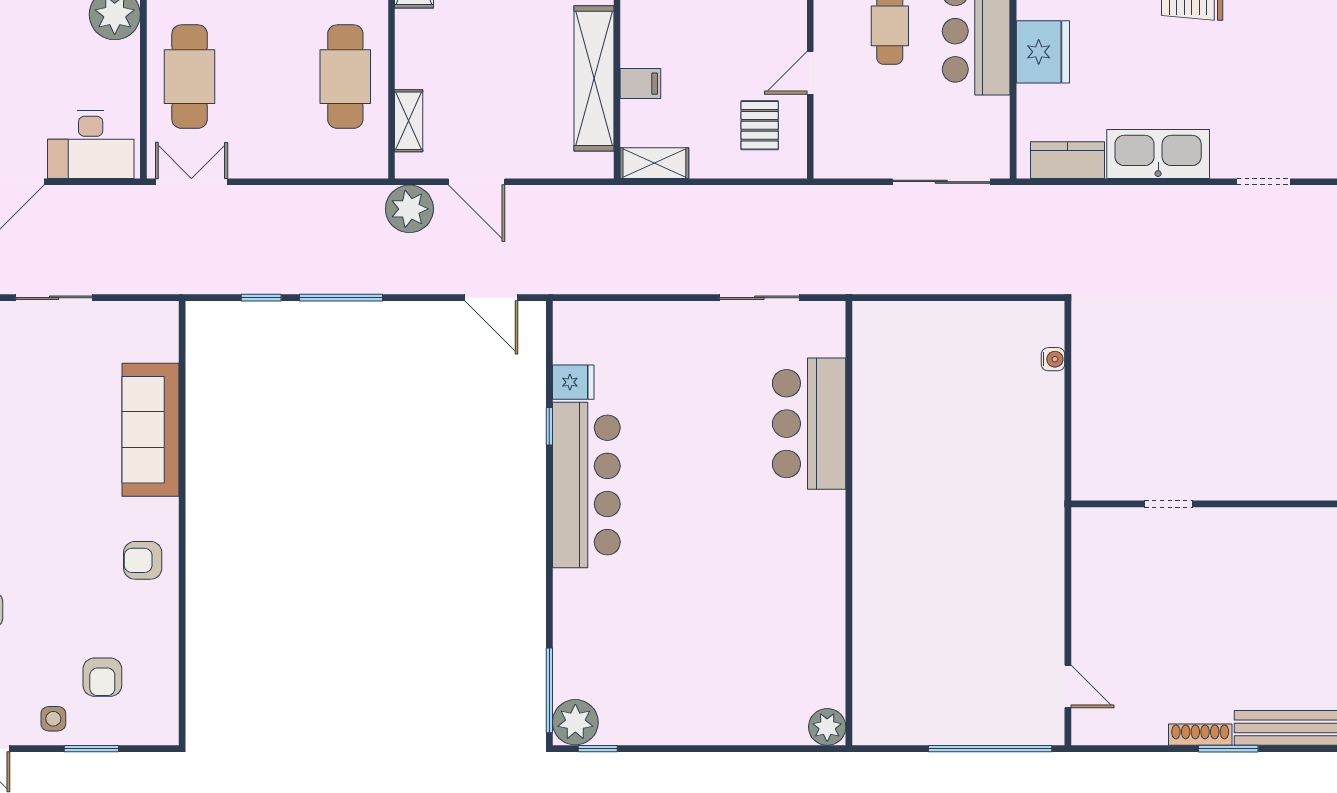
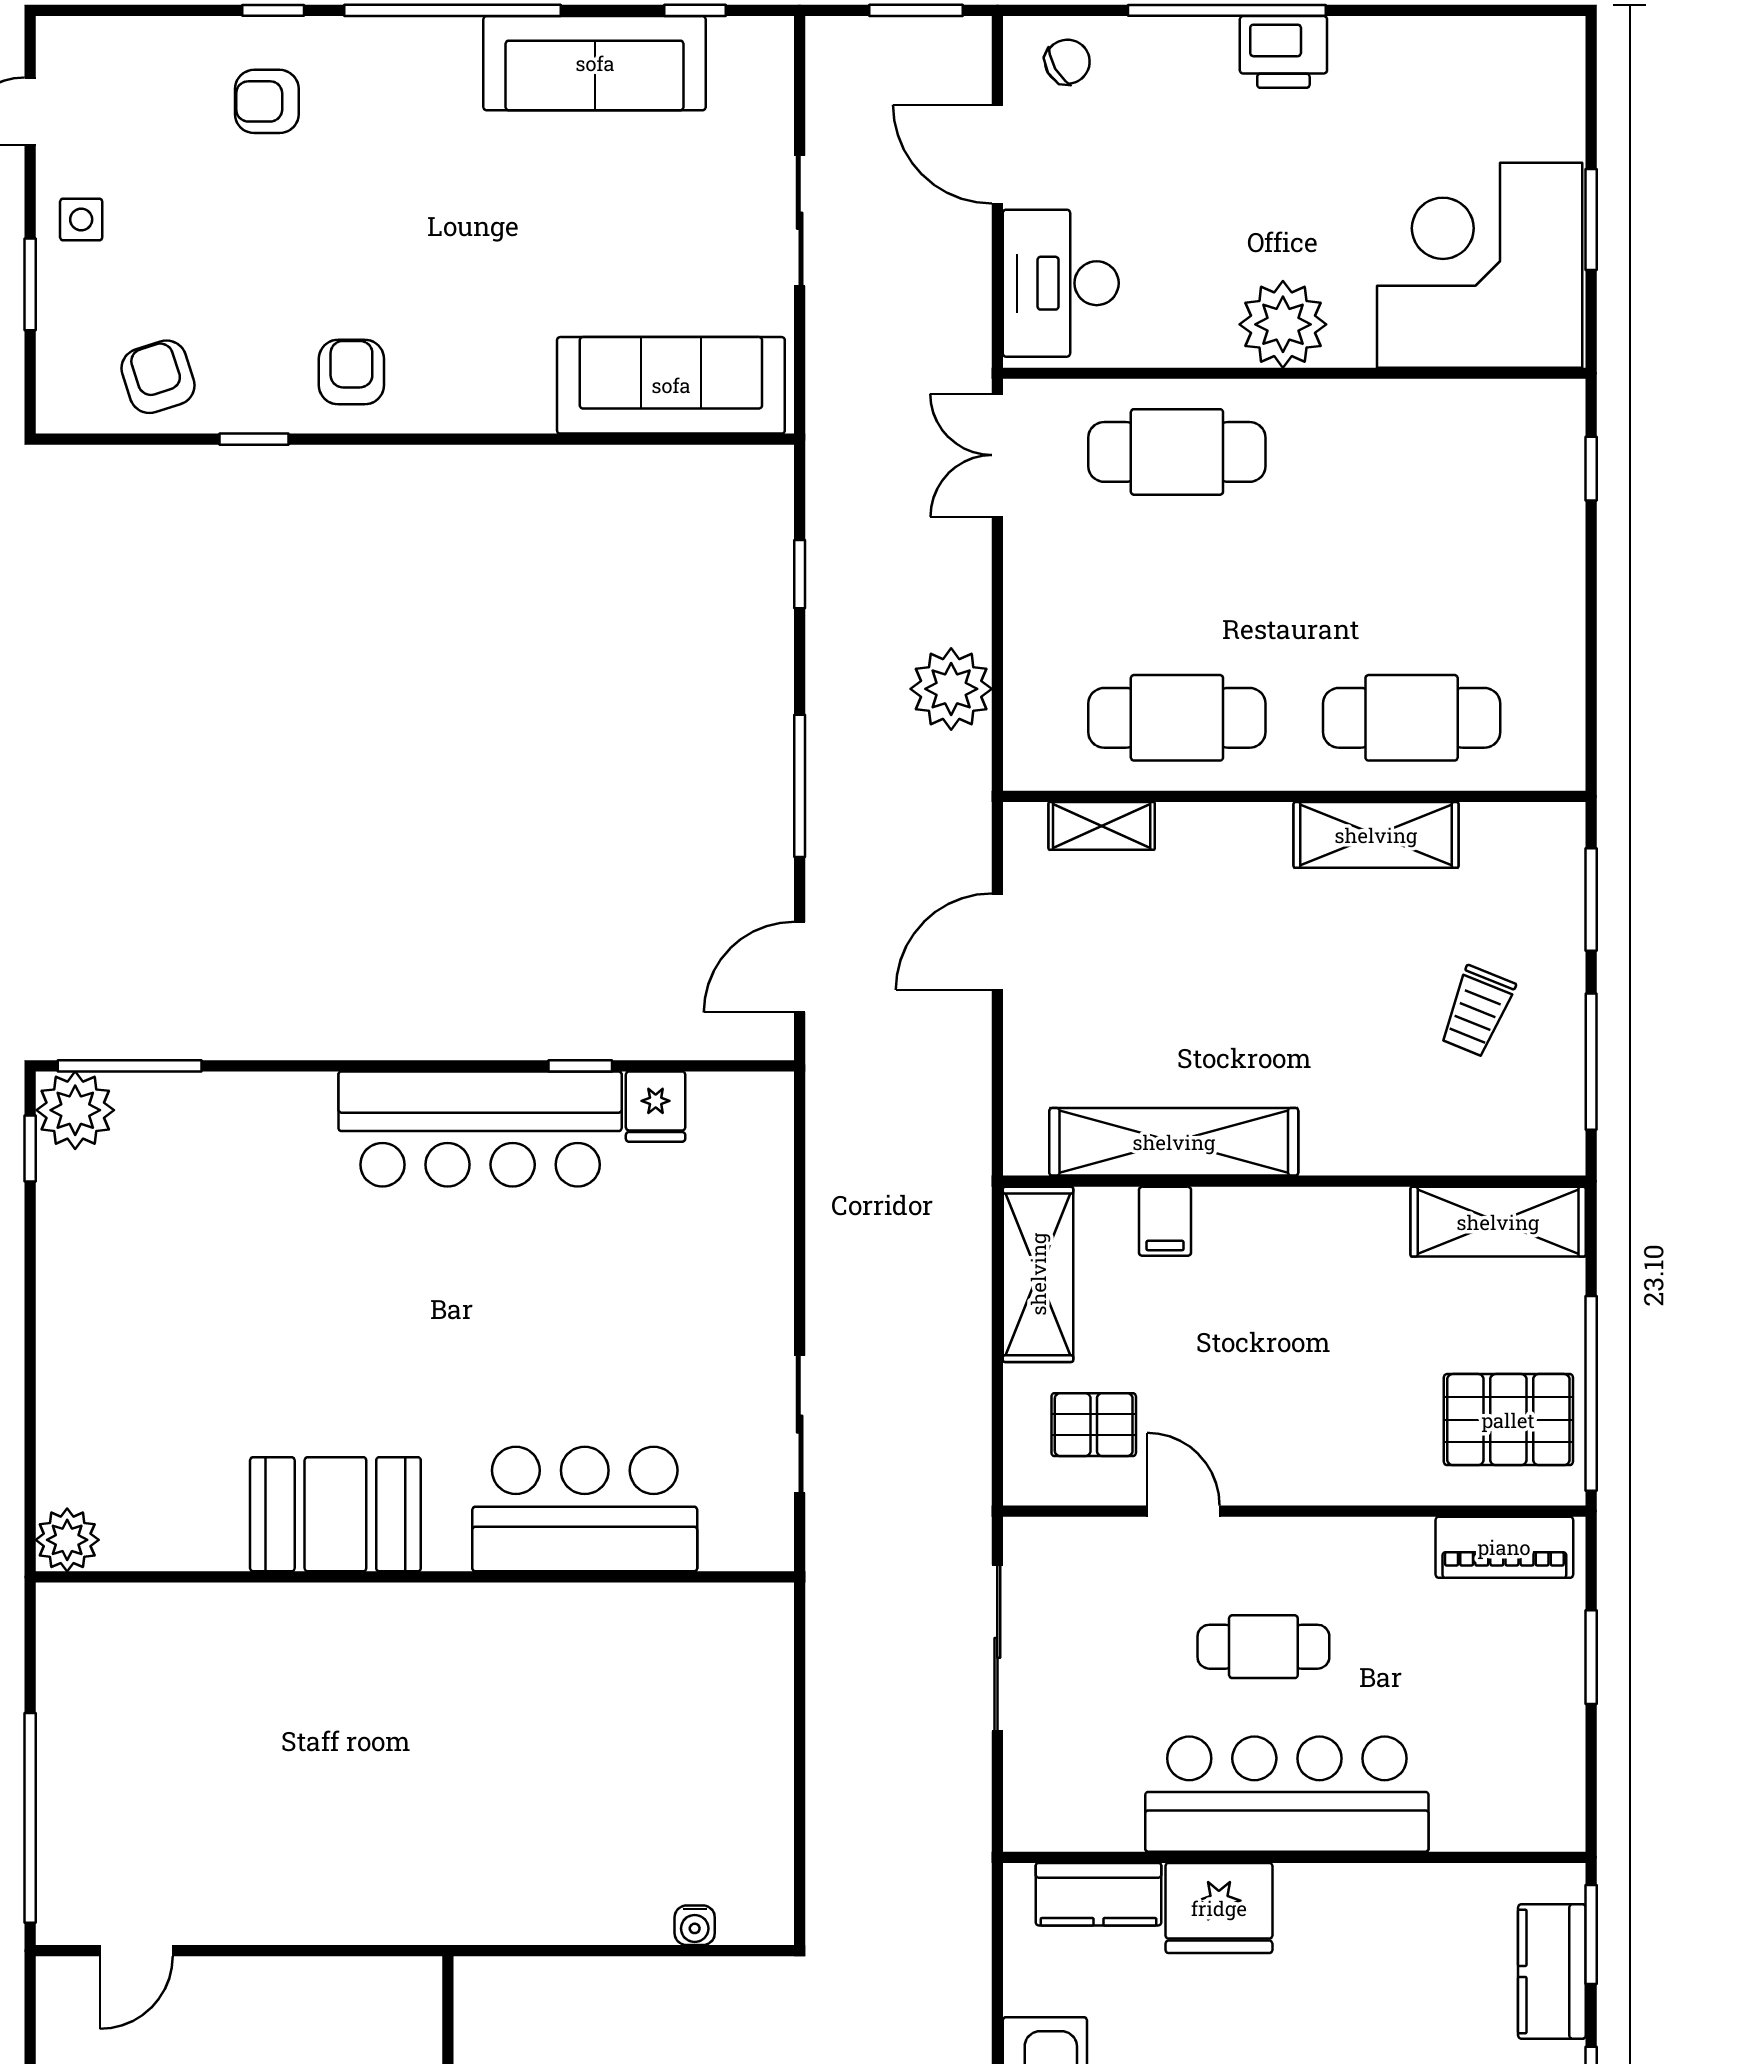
kitchen counter: (1067, 160) -> (1099, 1894), moved, turned 90
shelving: (654, 163) -> (1038, 1274), width x1.50, depth x1.33
double door: (191, 182) -> (997, 455), swing flipped
sliding door: (941, 182) -> (997, 1648), moved
plant: (409, 209) -> (951, 689), moved
window: (341, 298) -> (800, 786), moved
sofa: (151, 430) -> (671, 385), moved
booth: (812, 570) -> (335, 1514), added
window: (182, 617) -> (254, 439), added
armchair: (102, 677) -> (158, 377), moved, turned 72

